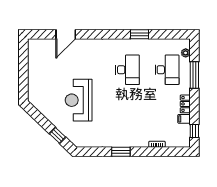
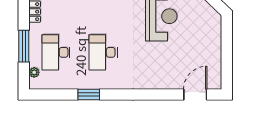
door: (66, 34) -> (195, 94), moved

